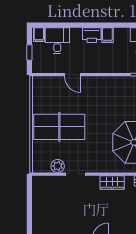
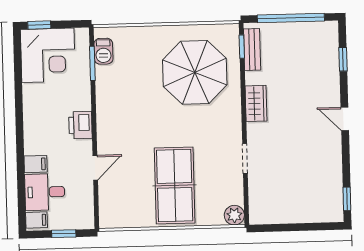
printer: (92, 35) -> (80, 125), moved, turned 180
filing cabinet: (107, 35) -> (36, 164), moved
plant: (58, 166) -> (234, 215), moved

